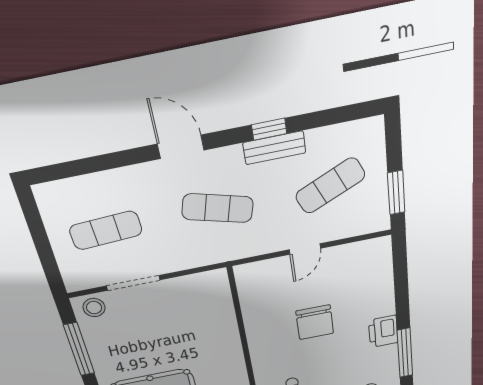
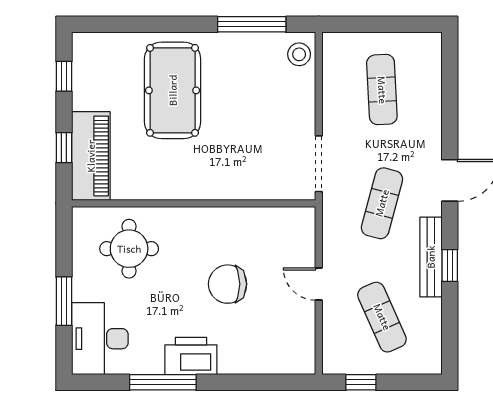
bench: (274, 148) -> (431, 257), width x1.36
window: (396, 193) -> (361, 382), width x0.67
doorway: (133, 283) -> (319, 164), moved
printer: (383, 331) -> (191, 356), width x1.37, depth x1.19

